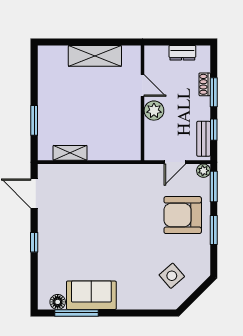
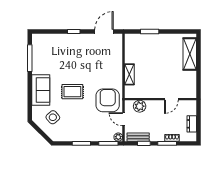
shelving: (95, 56) -> (190, 54), moved
plant: (154, 111) -> (140, 106), moved
shelving: (70, 153) -> (129, 74), moved
armchair: (183, 215) -> (108, 100), moved
rug: (130, 244) -> (72, 92), added
sofa: (91, 295) -> (41, 90), moved
floor lamp: (58, 302) -> (37, 46), removed

